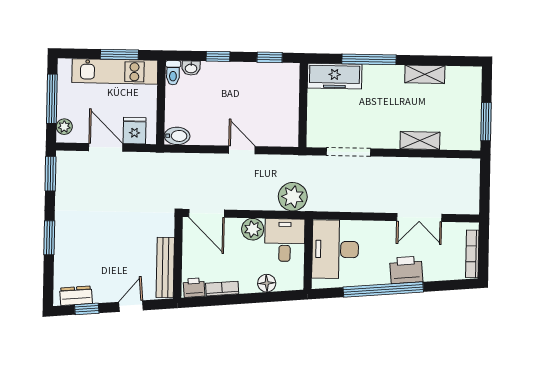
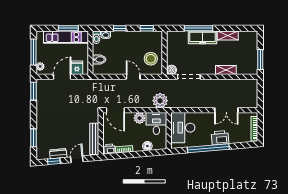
freezer: (335, 76) -> (203, 37), moved
stool: (276, 116) -> (151, 59), added
bidet: (177, 136) -> (99, 60), moved
boiler: (316, 138) -> (171, 70), added
door: (106, 147) -> (62, 77), hinge flipped
window: (49, 238) -> (33, 138), moved
dresser: (76, 296) -> (58, 154), moved

